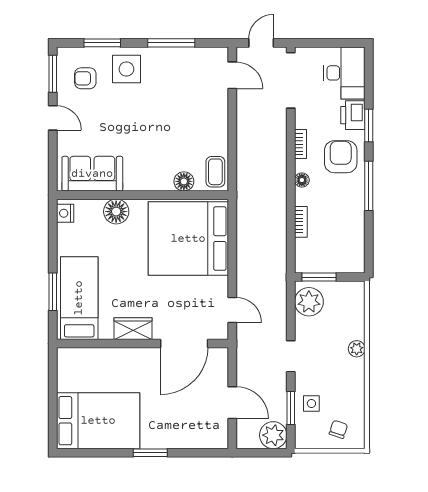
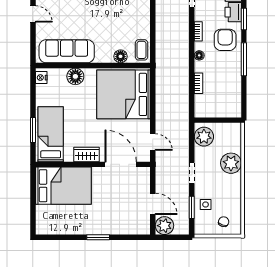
sofa: (92, 174) -> (67, 51), width x1.36
window: (319, 277) -> (211, 120), removed
door: (184, 343) -> (121, 164), swing flipped
plant: (357, 349) -> (231, 163), width x1.88, depth x1.88
bed: (98, 421) -> (63, 186), moved
plant: (273, 435) -> (164, 226), moved

